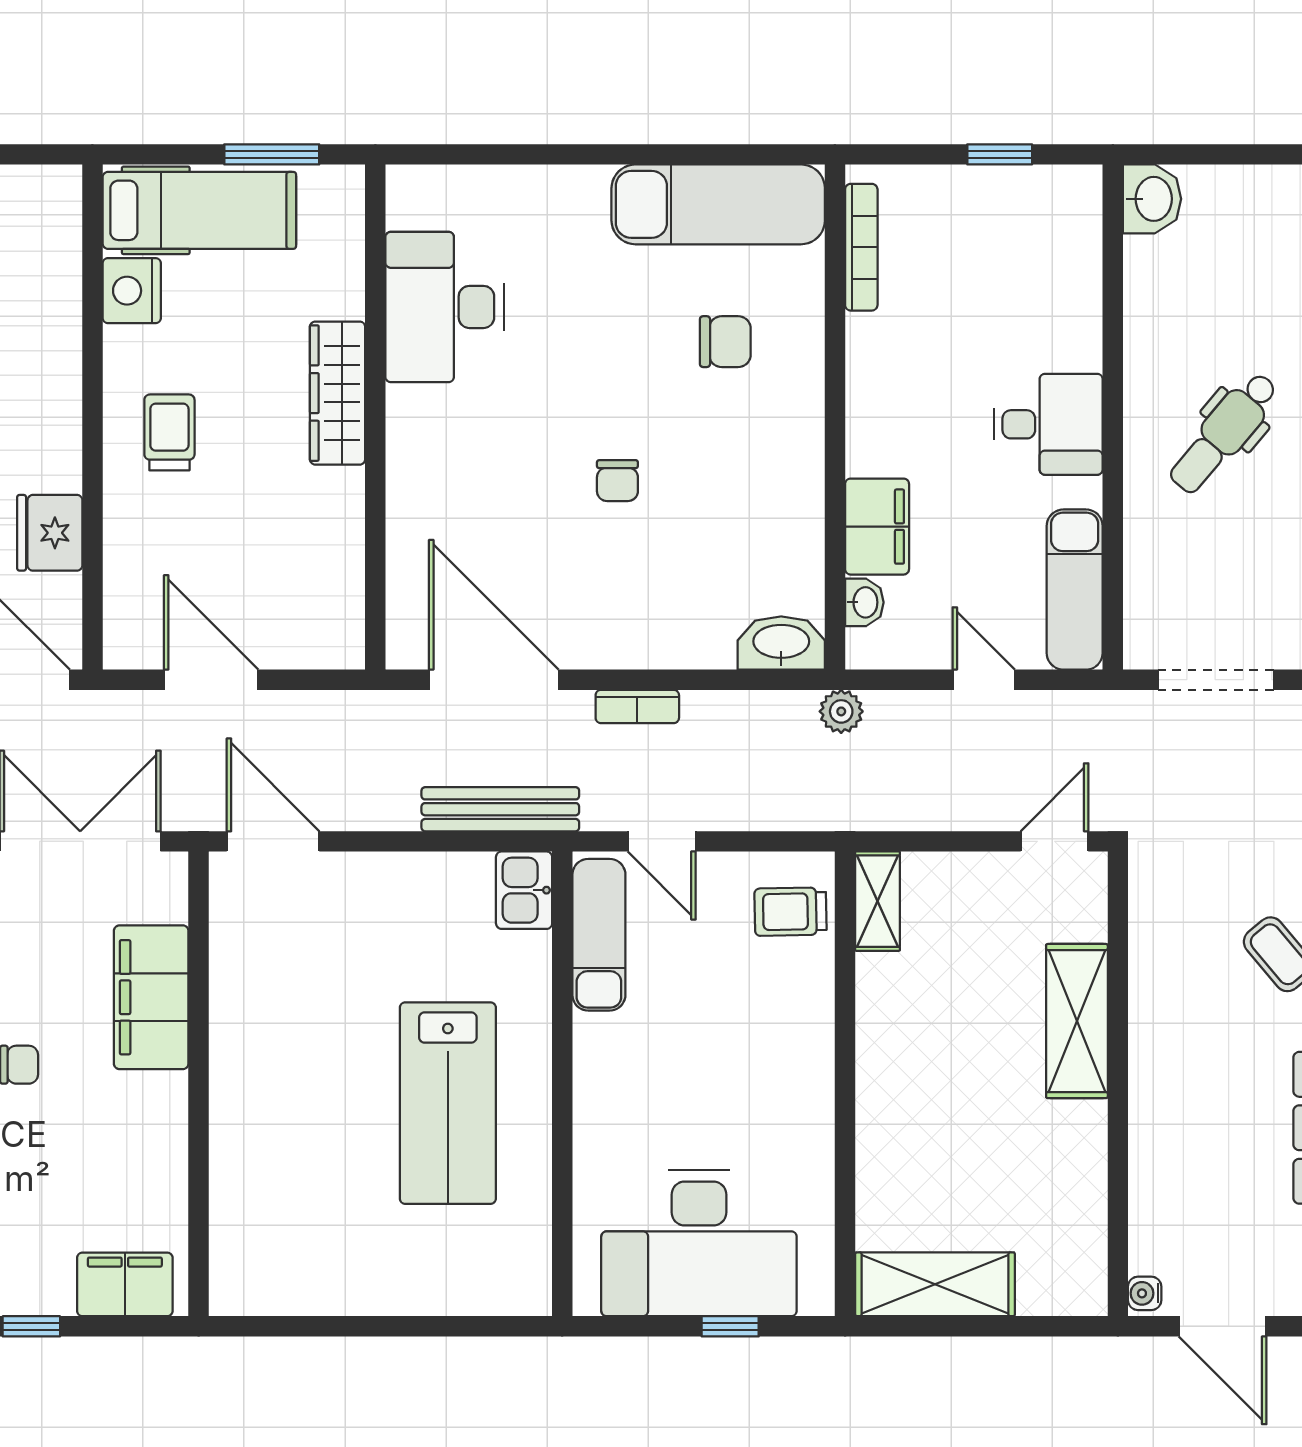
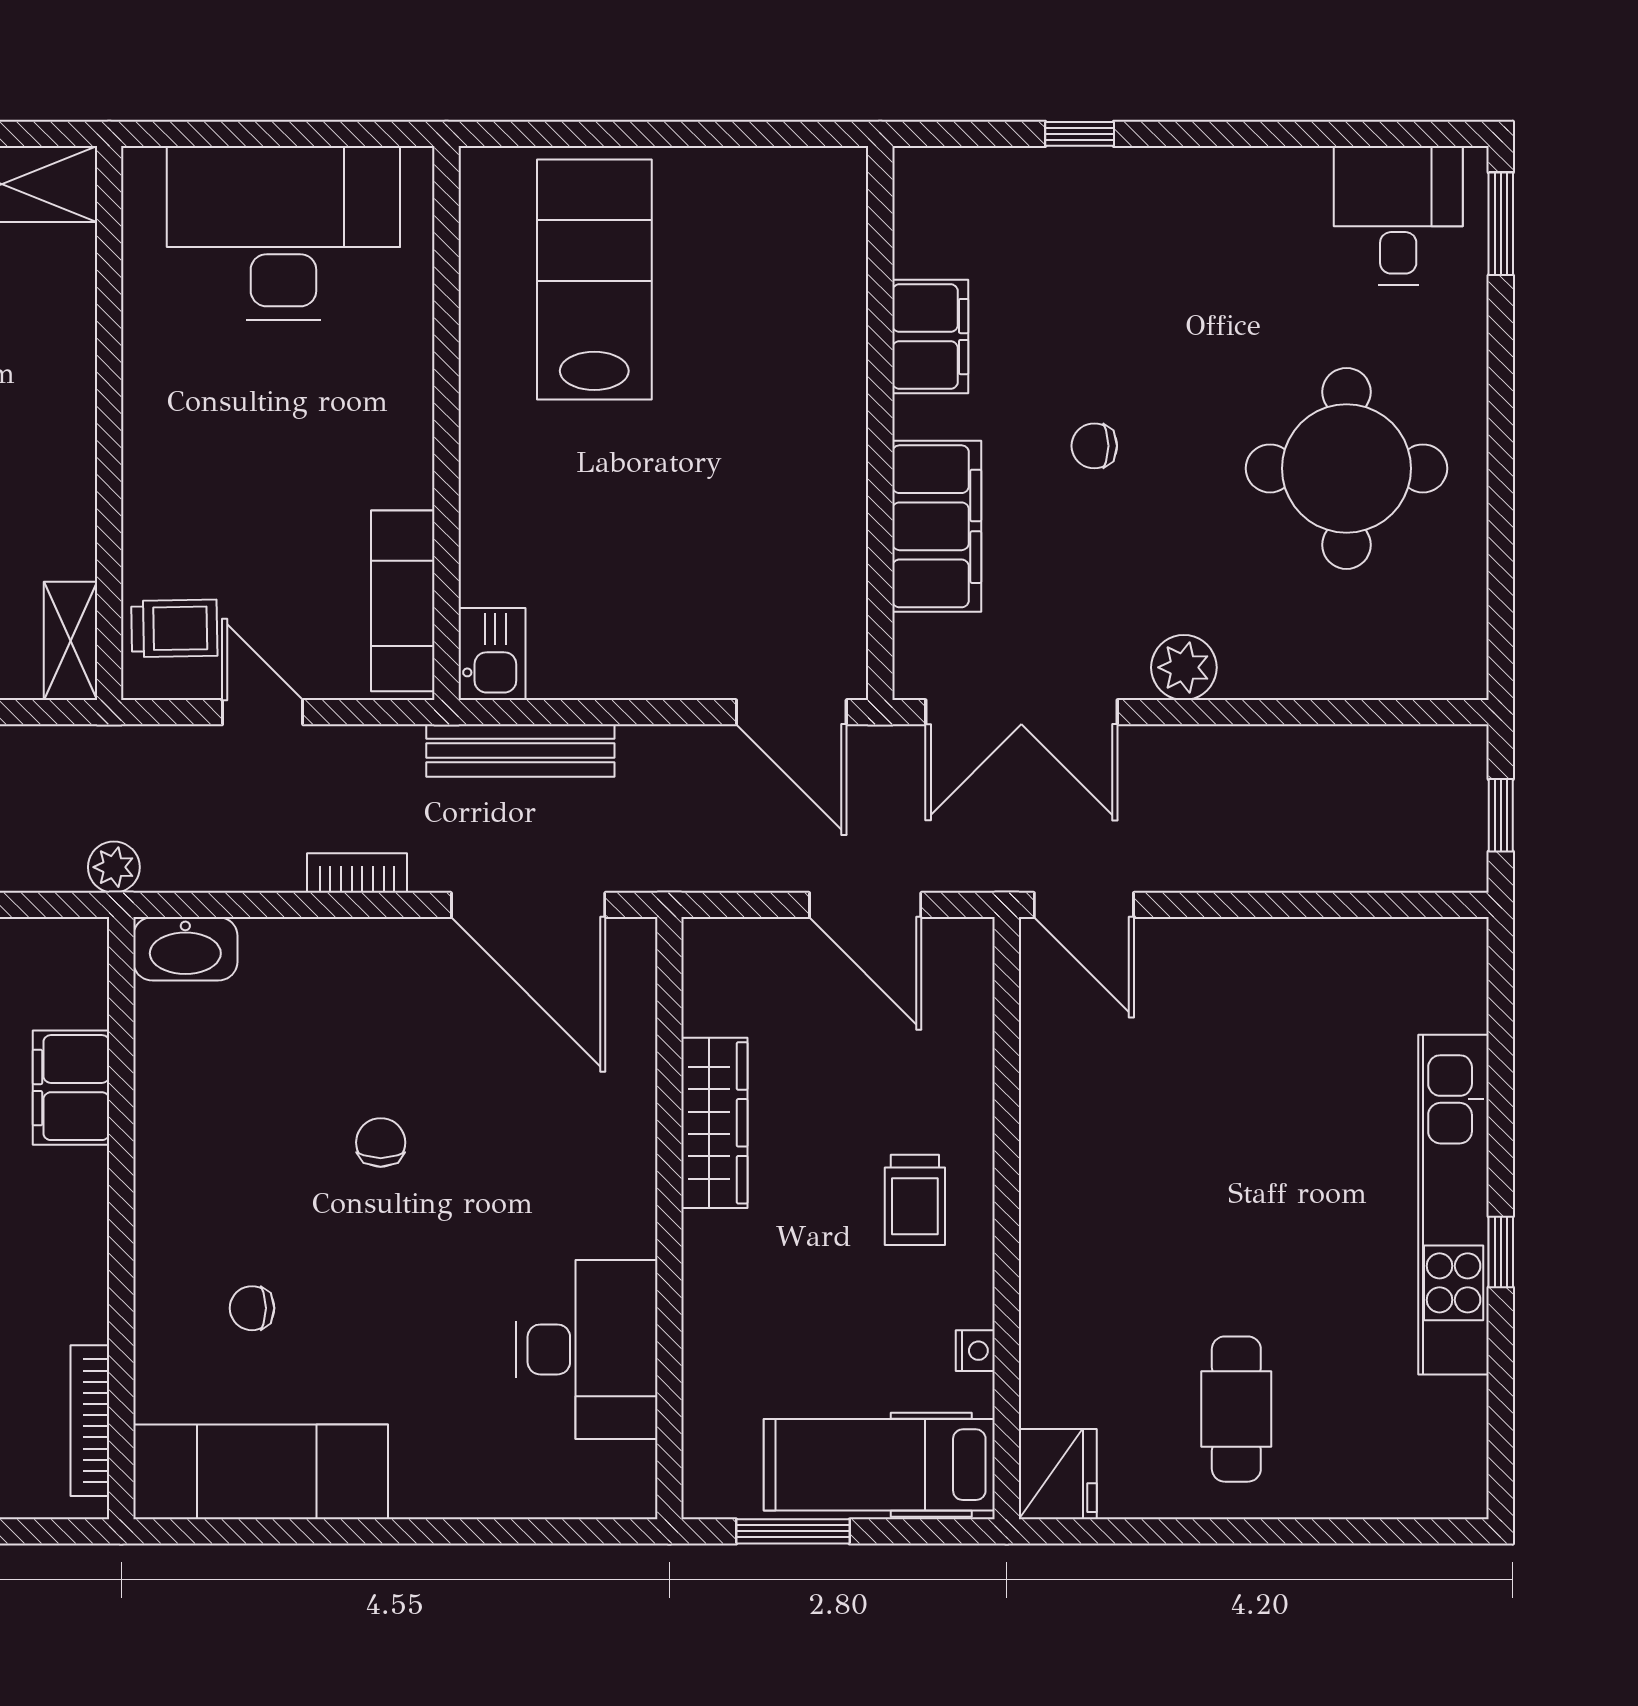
nightstand: (132, 291) -> (975, 1351), width x0.53, depth x0.56
chair: (725, 342) -> (252, 1308), width x0.73, depth x0.73
wardrobe: (338, 393) -> (714, 1123), moved
fridge: (50, 533) -> (1058, 1474), moved
washbasin: (864, 602) -> (86, 997), removed
door: (662, 841) -> (263, 712), moved
lab bench: (448, 1103) -> (594, 280), moved
filing cabinet: (125, 1284) -> (930, 337), moved, turned -90
window: (730, 1326) -> (246, 134), removed

